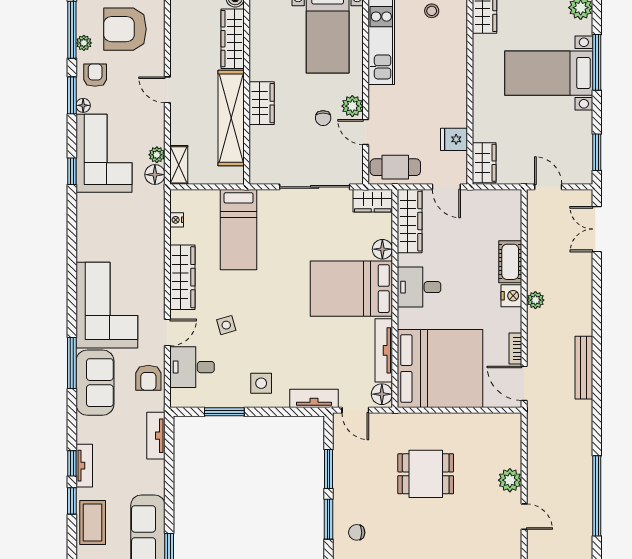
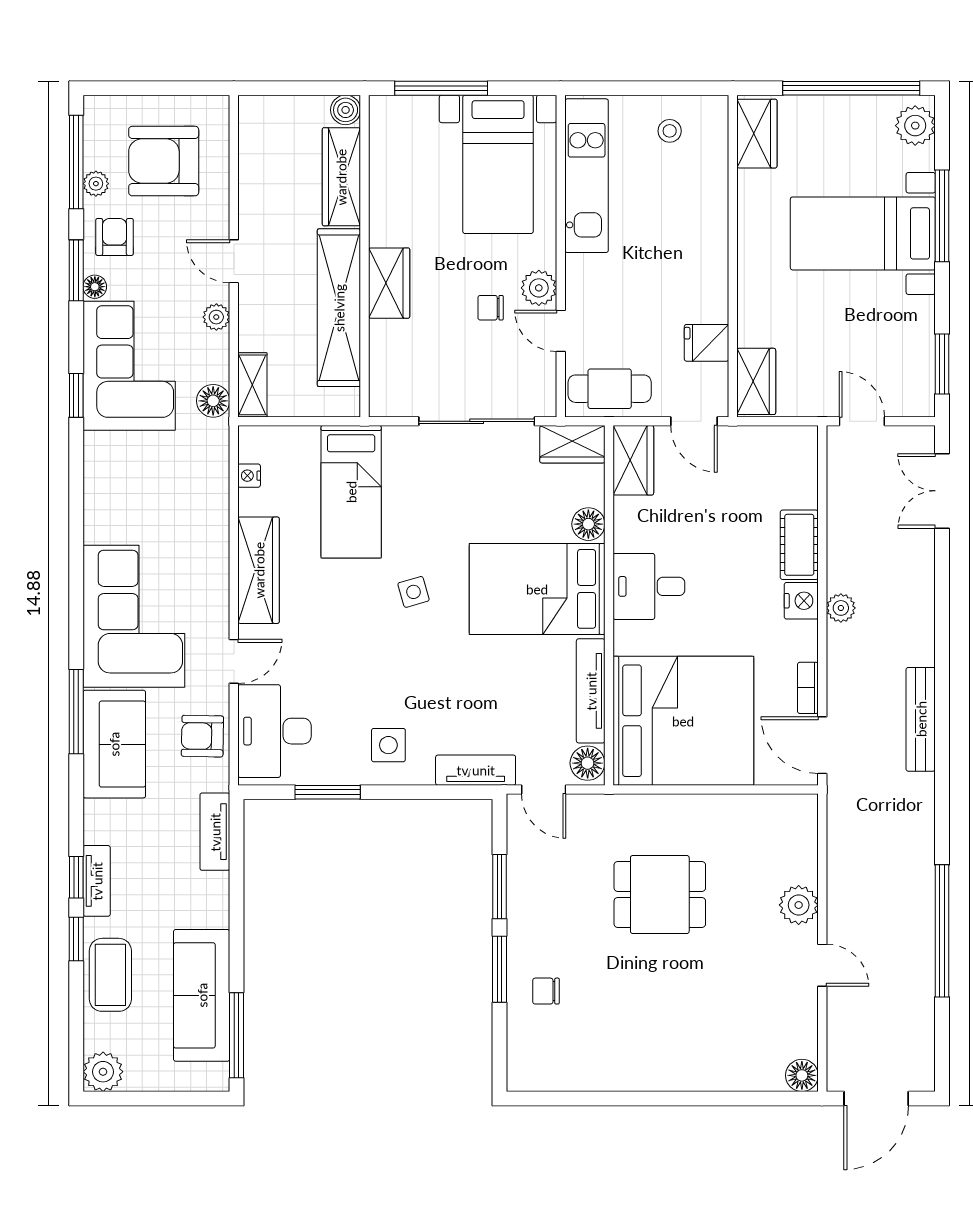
chair: (323, 118) -> (491, 308), turned 90
plant: (157, 155) -> (216, 317), moved
wardrobe: (410, 221) -> (633, 460), width x0.67
side table: (226, 325) -> (414, 592), moved
desk: (192, 367) -> (274, 731), width x1.37
armchair: (148, 378) -> (202, 736), turned 91

